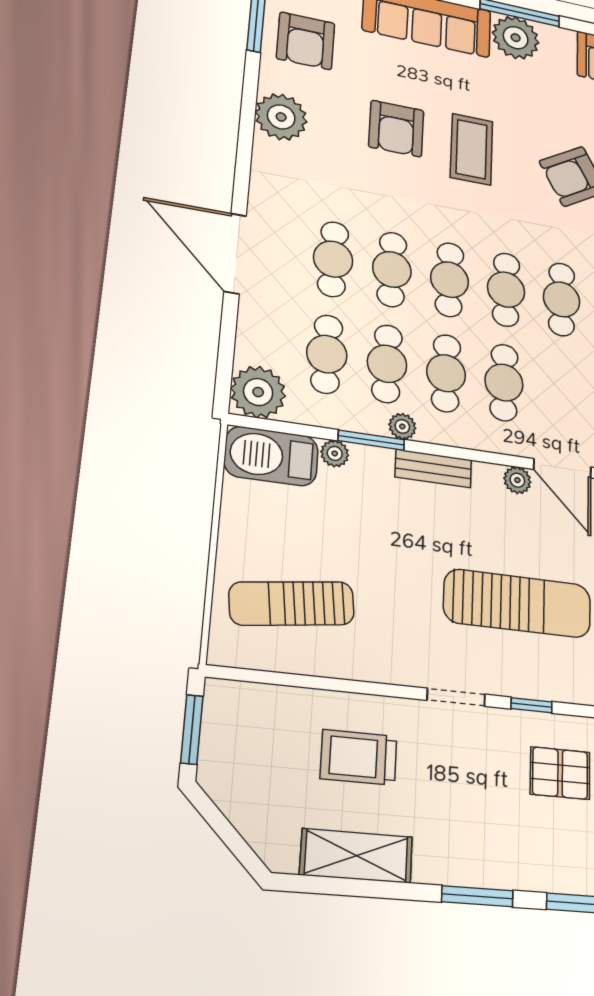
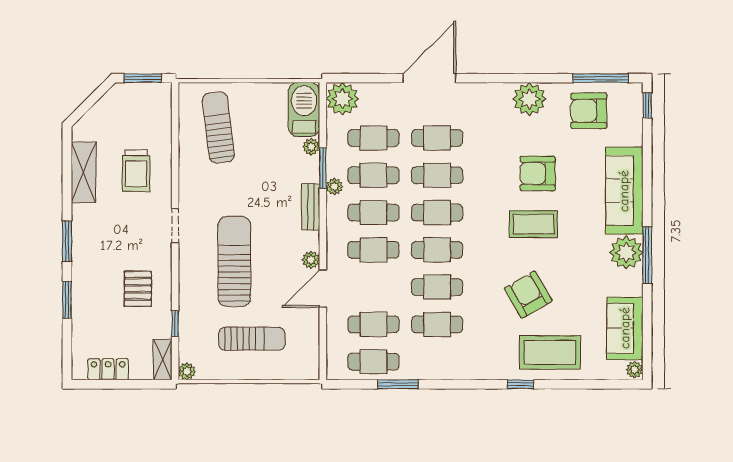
sun lounger: (518, 603) -> (234, 261), turned 180
window: (532, 705) -> (175, 271), removed
trolley: (359, 757) -> (136, 171), turned 180

